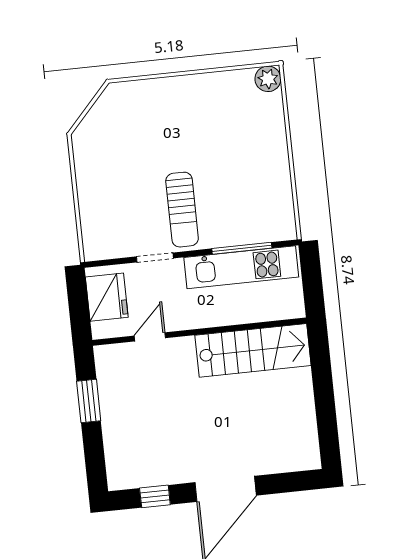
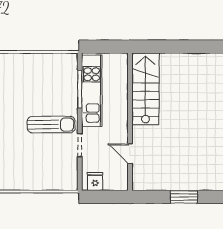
fridge: (107, 297) -> (95, 181), width x0.53, depth x0.75
window: (89, 401) -> (184, 197), moved

